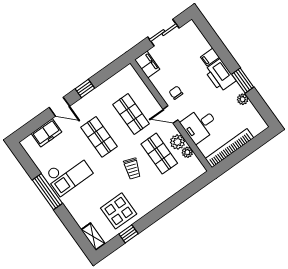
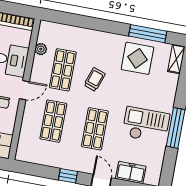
door: (171, 115) -> (24, 90), hinge flipped
plant: (178, 142) -> (40, 64), removed
window: (129, 234) -> (148, 34), width x2.17

